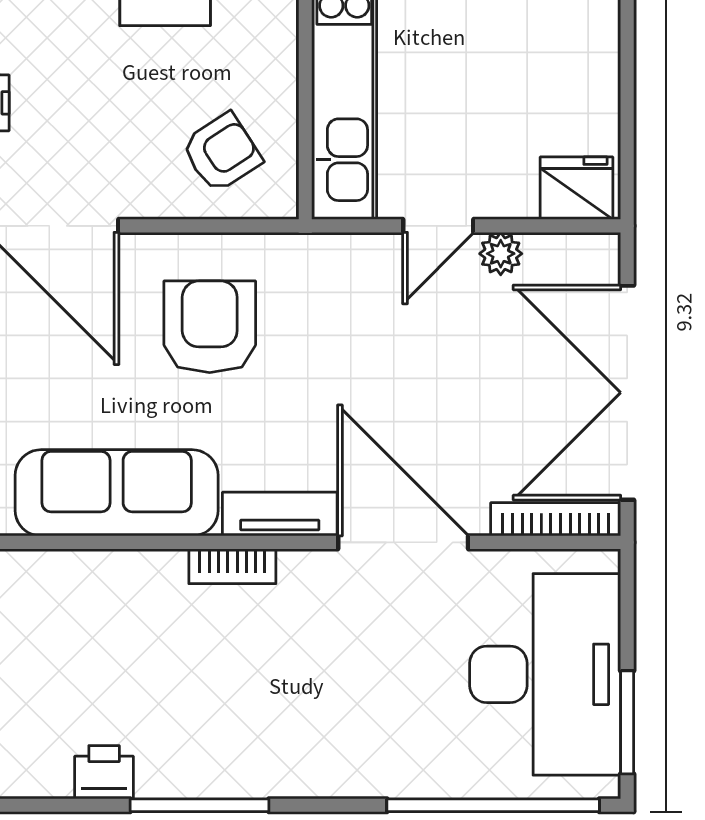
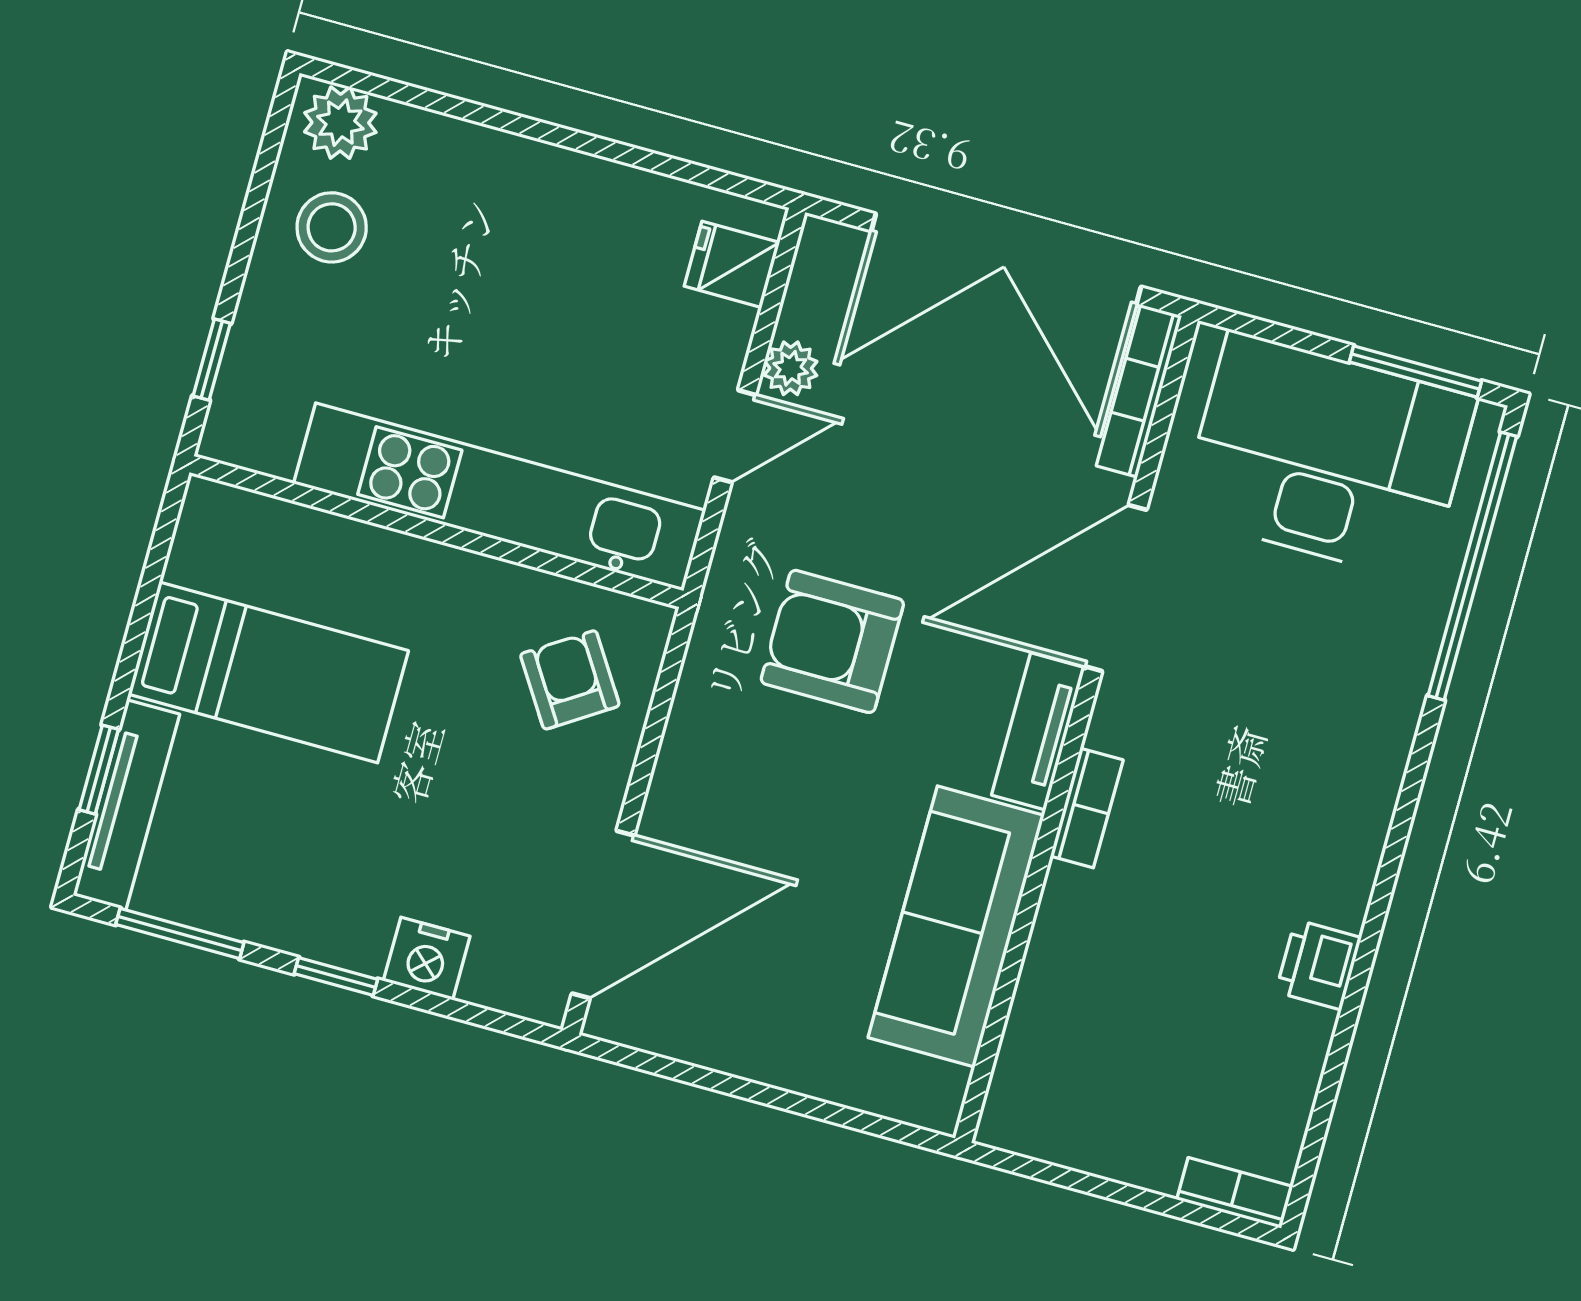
fridge: (576, 188) -> (732, 264), width x0.72
door: (438, 226) -> (735, 436), hinge flipped
armchair: (210, 327) -> (832, 641), moved
printer: (104, 772) -> (1318, 965), moved
window: (200, 805) -> (1372, 930), removed

